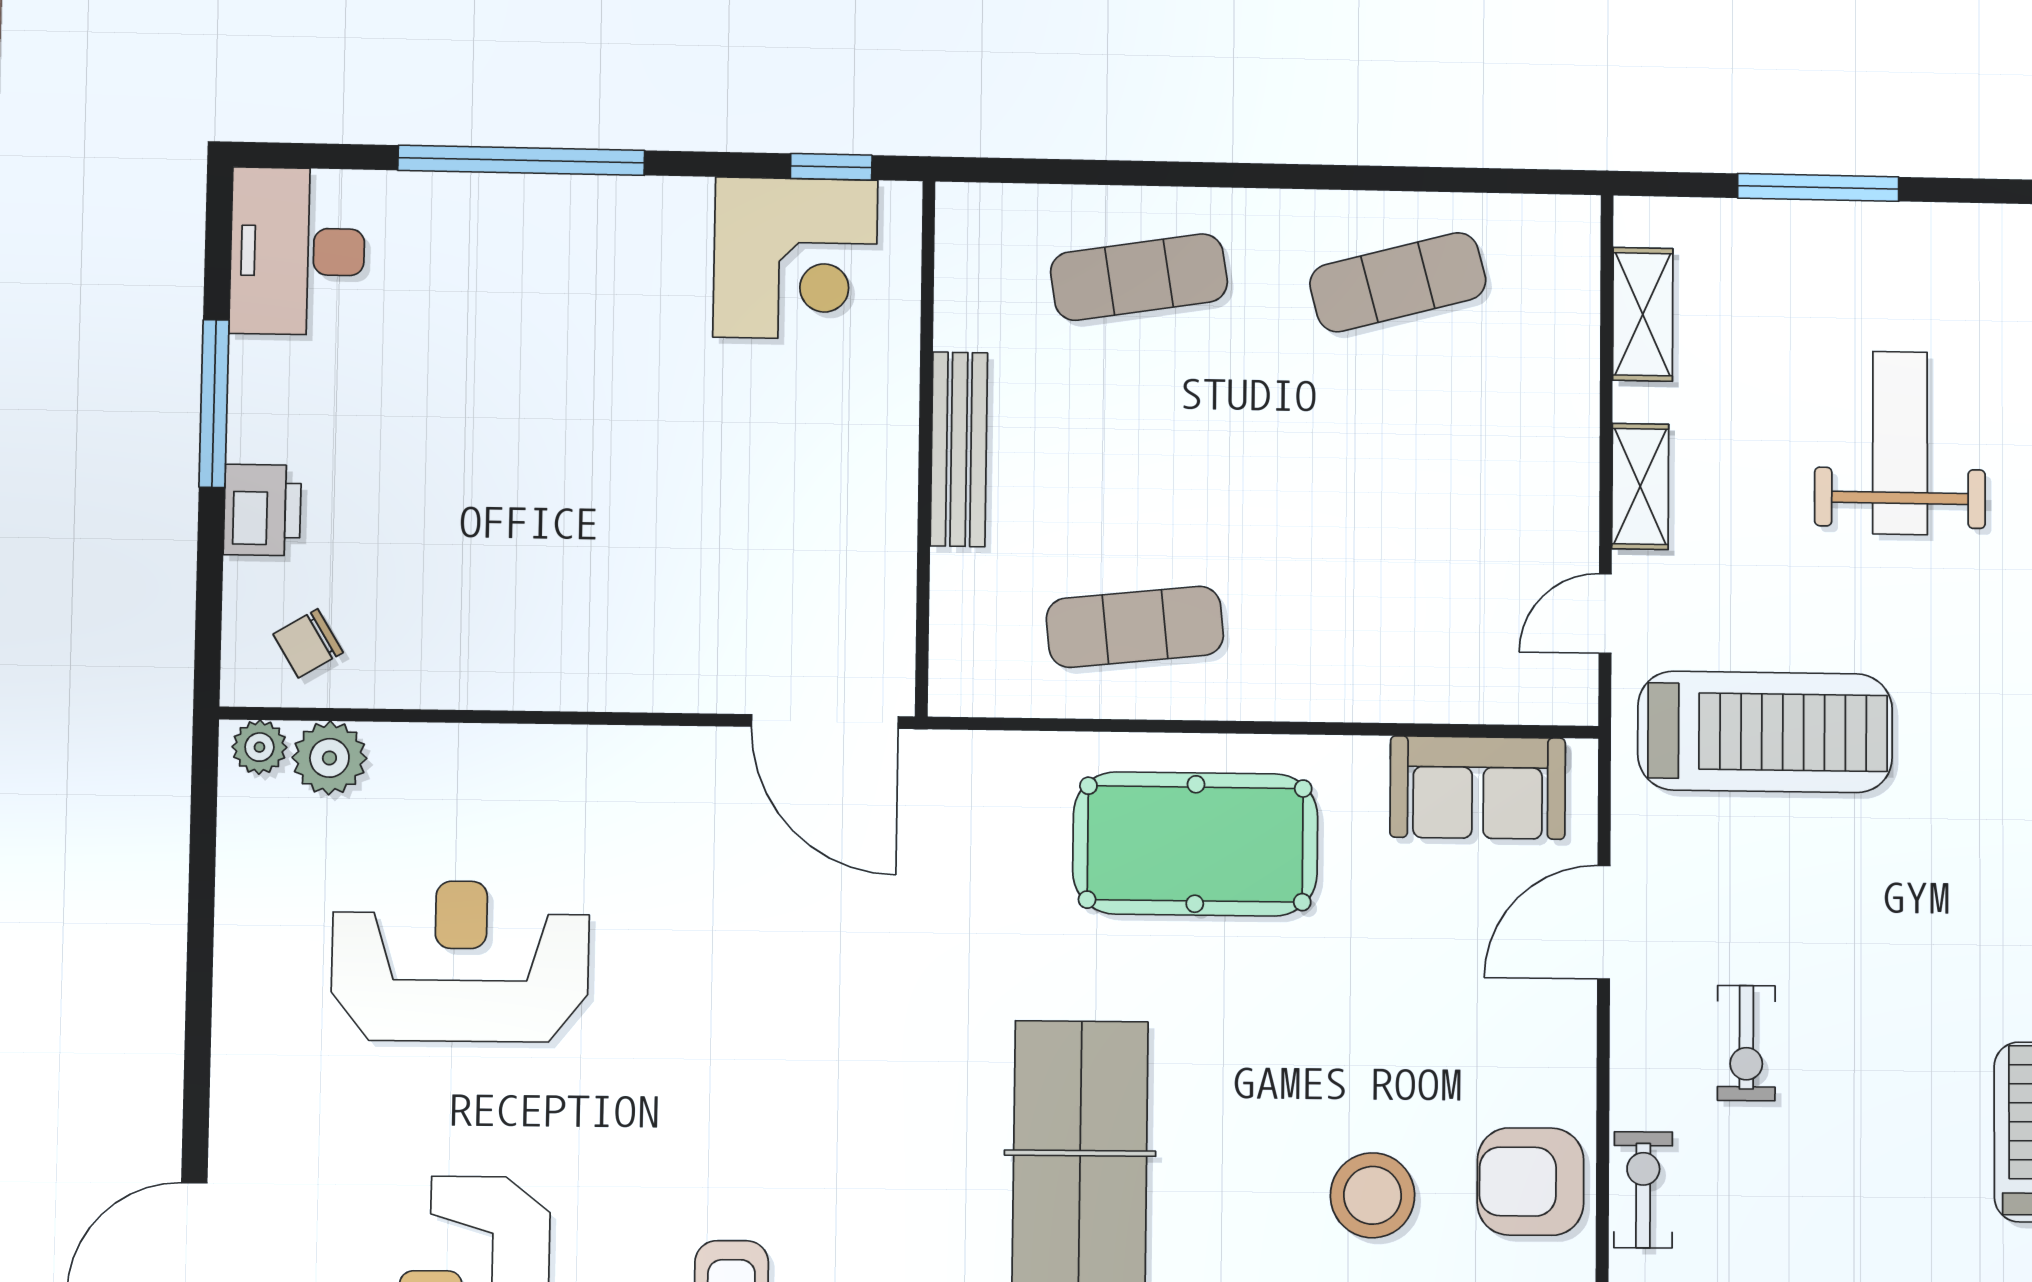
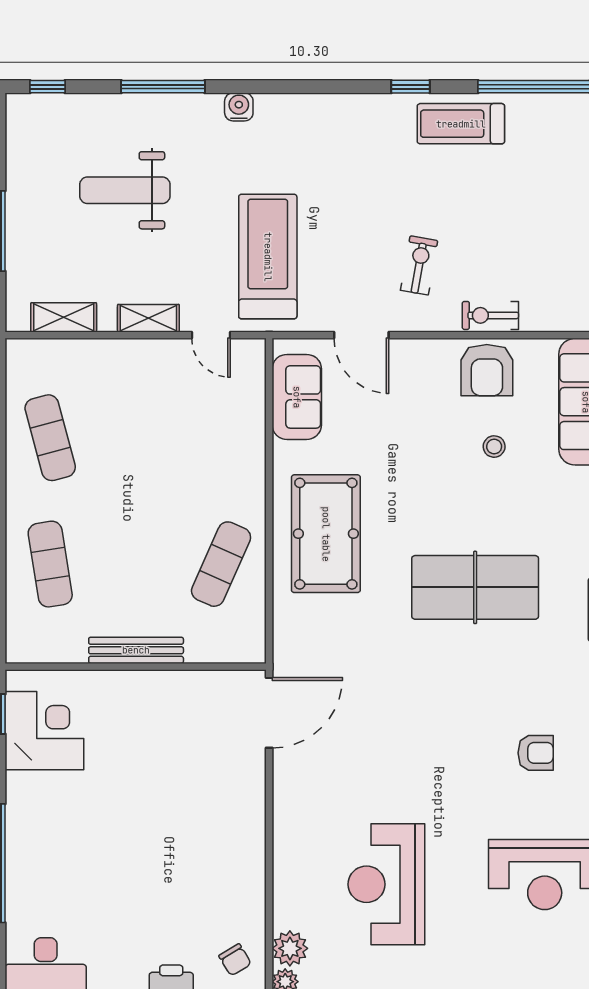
exercise mat: (1135, 627) -> (221, 564), turned 30
exercise bike: (1746, 1043) -> (419, 265), turned -80
stool: (1373, 1195) -> (494, 447), width x0.53, depth x0.53

